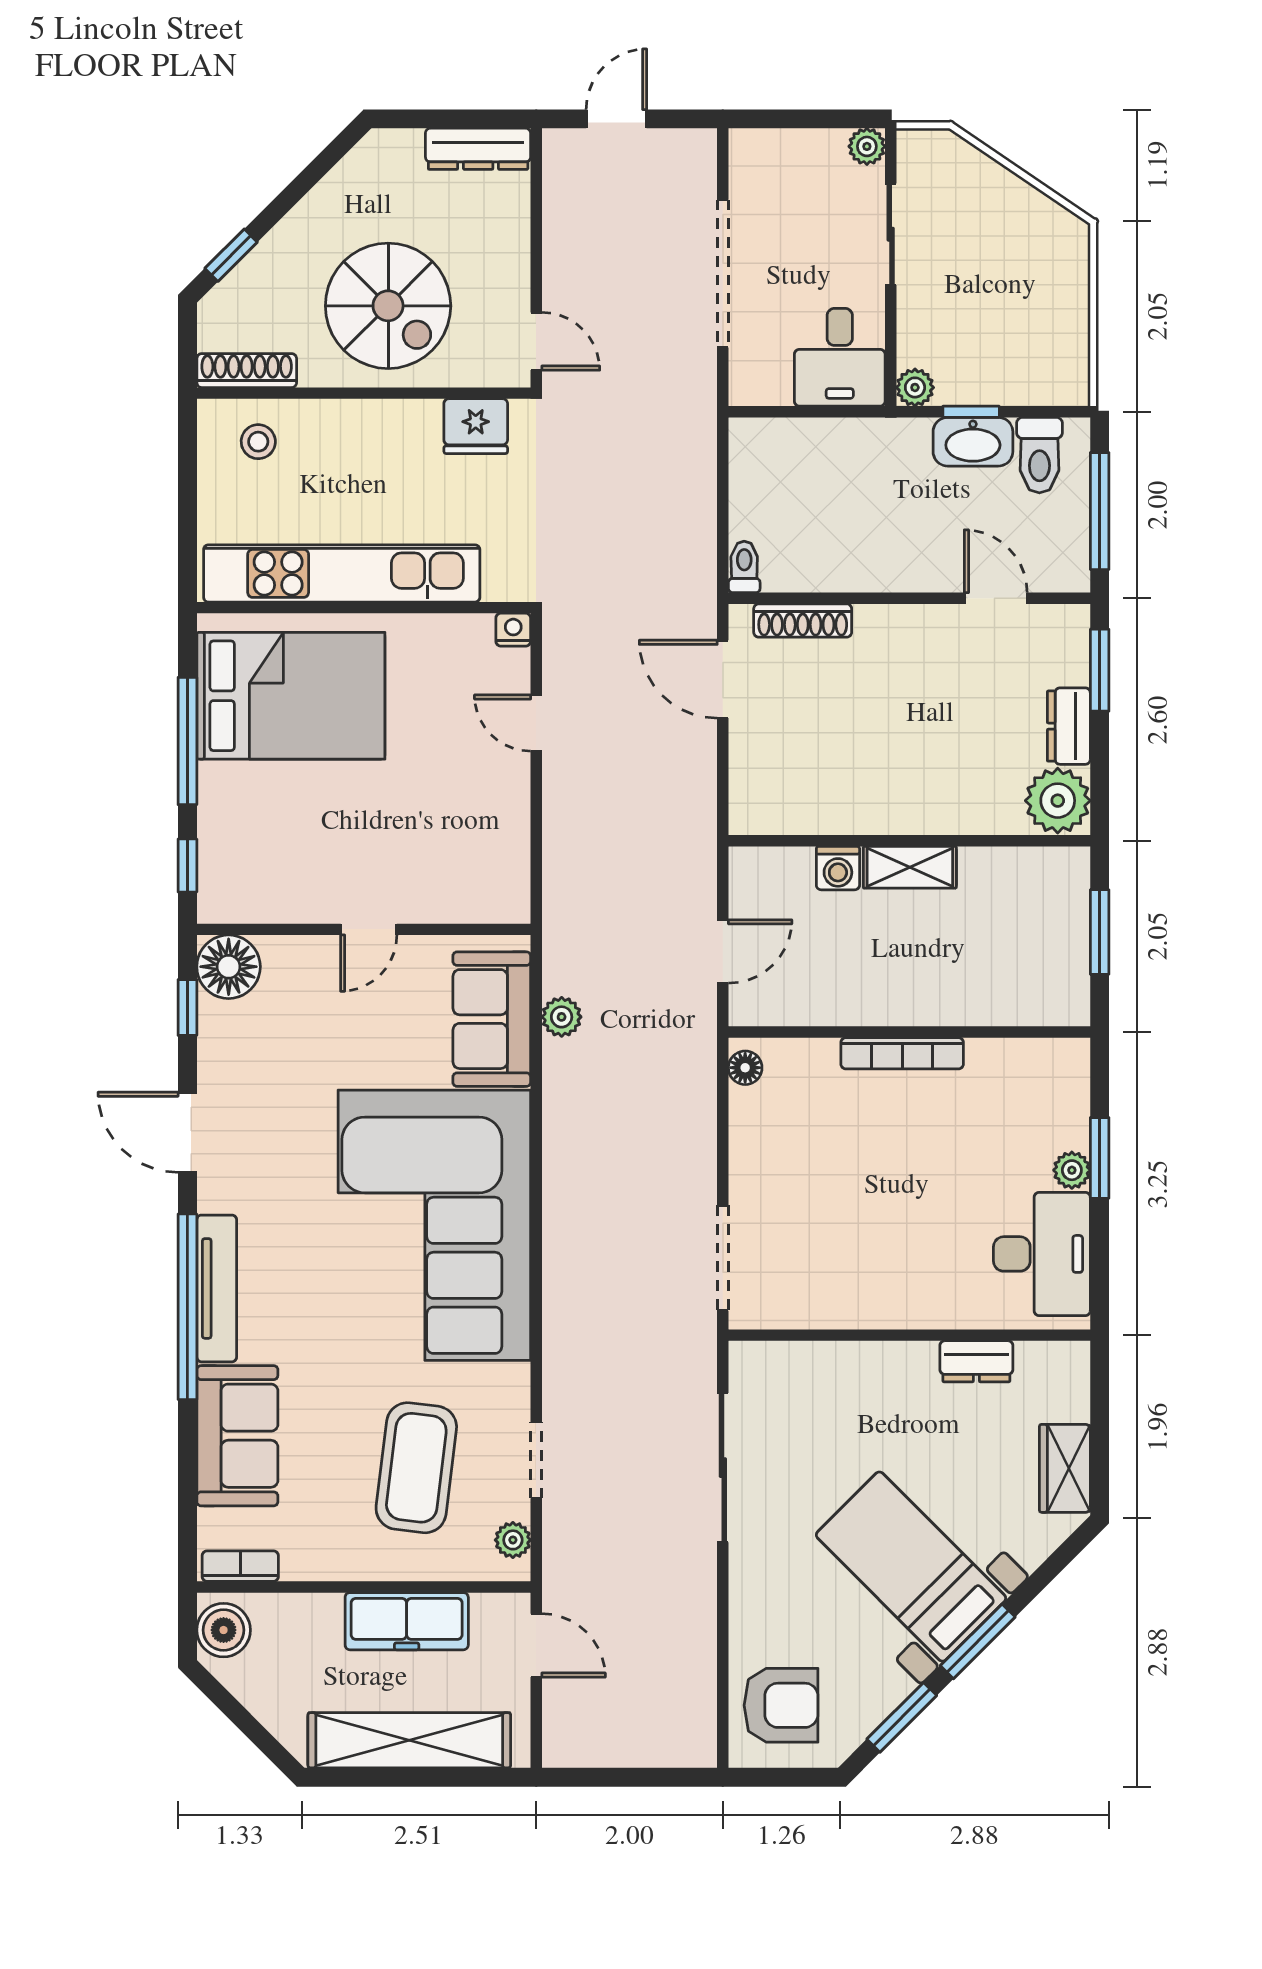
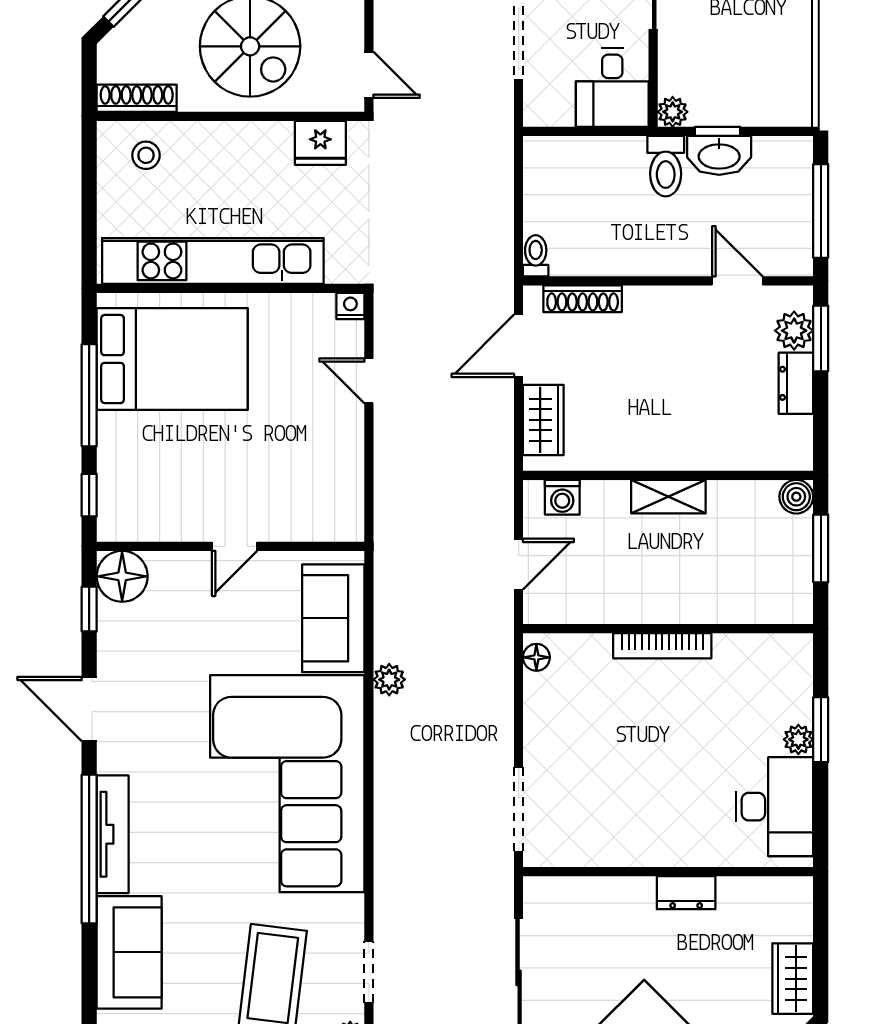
toilet: (1039, 455) -> (666, 166), moved
door: (723, 679) -> (519, 346), hinge flipped
wardrobe: (754, 772) -> (543, 420), added
plant: (1058, 801) -> (794, 331), moved, width x0.73, depth x0.73
boiler: (1069, 867) -> (796, 497), added
washing machine: (838, 868) -> (562, 497), moved
plant: (562, 1017) -> (389, 680), moved
dresser: (976, 1361) -> (686, 893), moved

